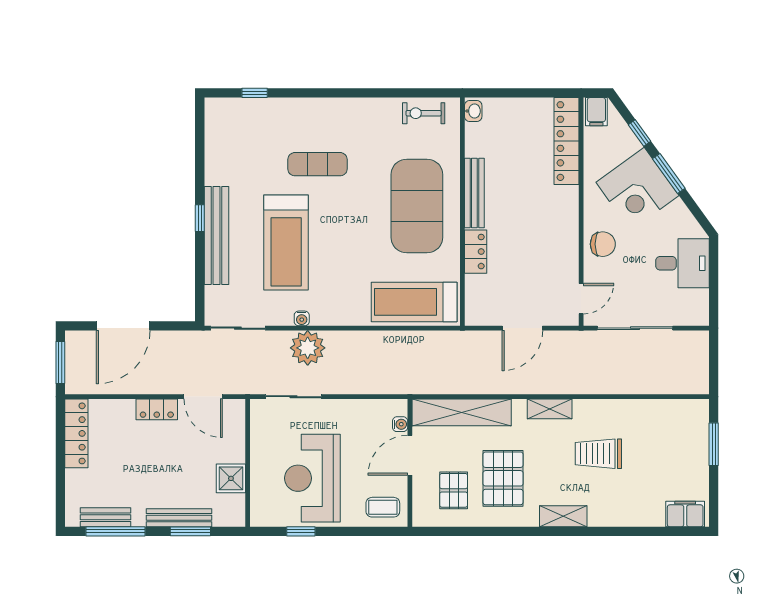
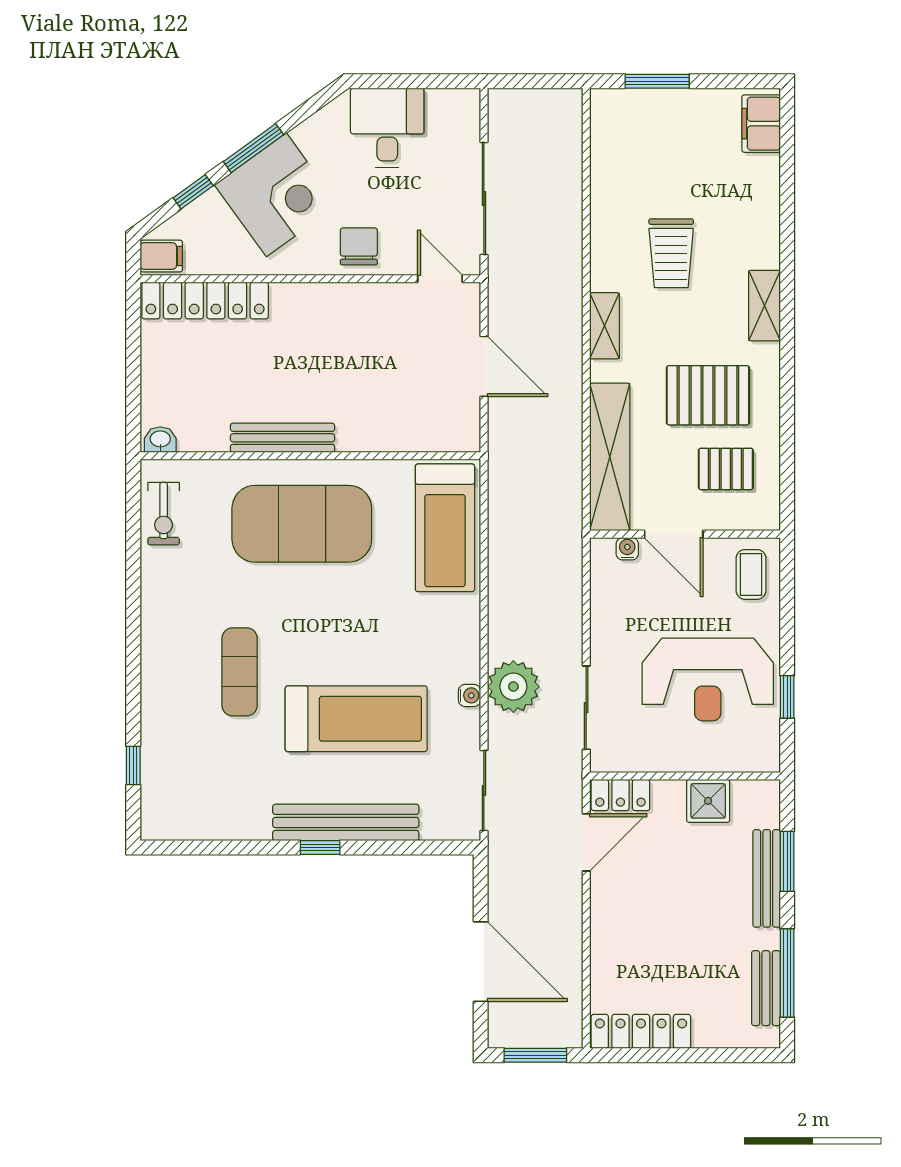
locker: (476, 252) -> (370, 436), removed
locker: (157, 409) -> (620, 795), moved, turned 90

